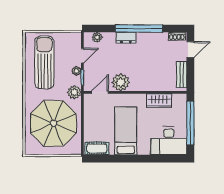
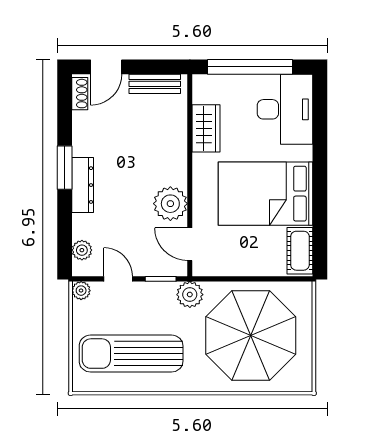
window: (139, 28) -> (65, 168), width x0.47
dresser: (126, 38) -> (83, 185), width x1.44
door: (190, 50) -> (106, 67), swing flipped
plant: (76, 71) -> (81, 291), moved
bed: (126, 131) -> (266, 194), width x1.50

